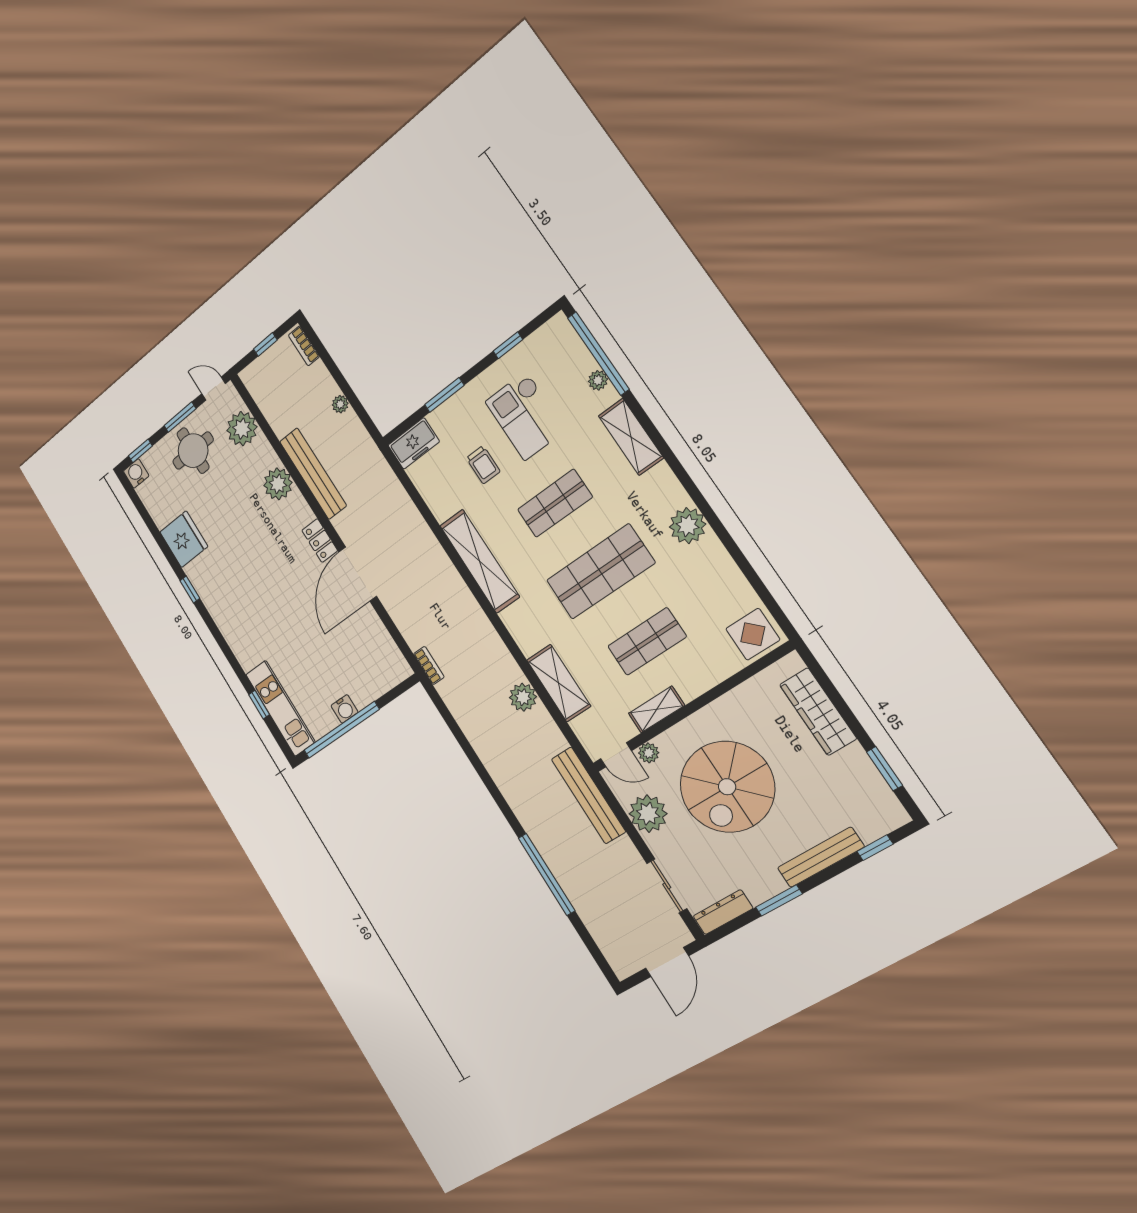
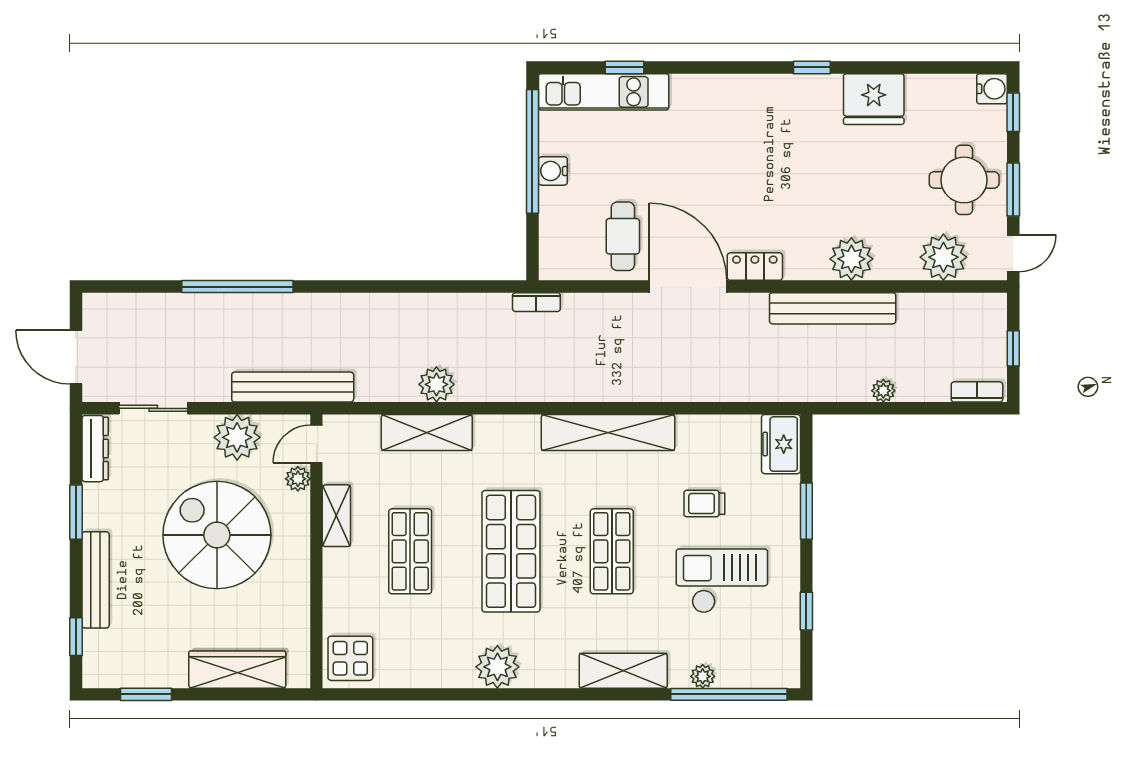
cafe table: (354, 637) -> (623, 236), added

